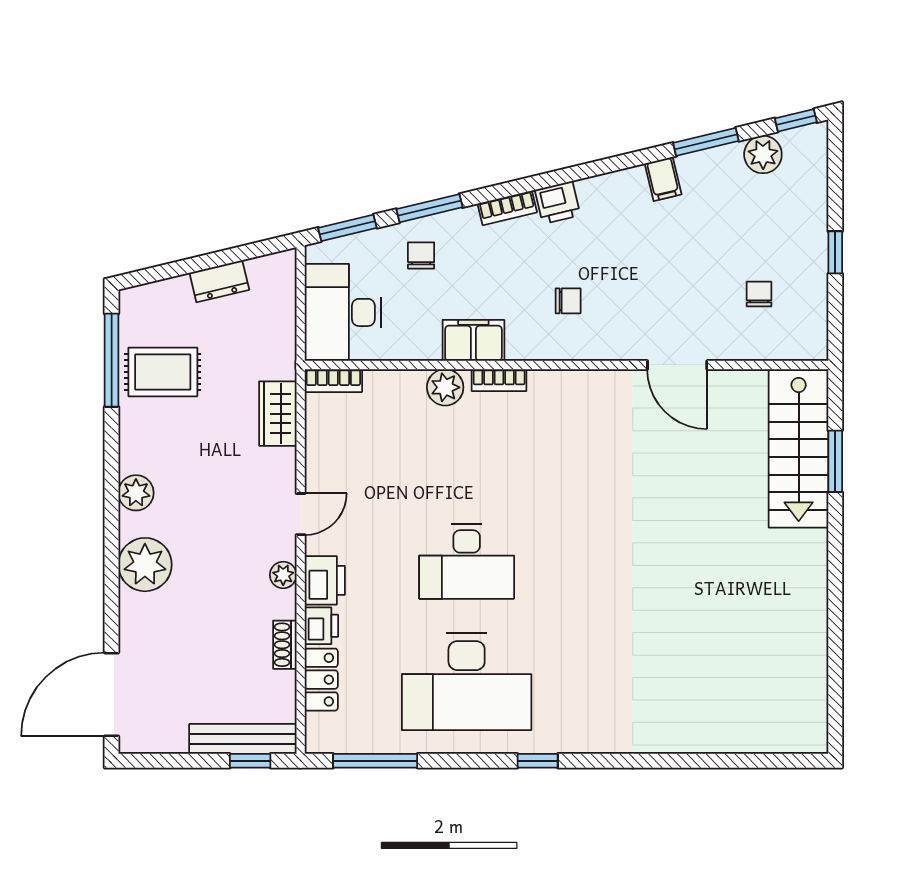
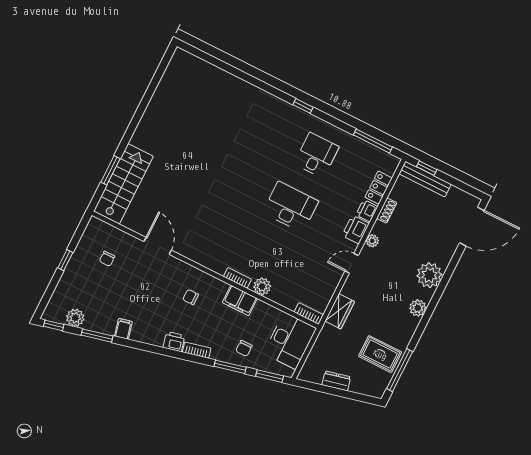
desk: (467, 682) -> (317, 155), width x0.53, depth x0.77

